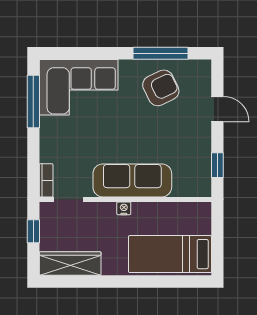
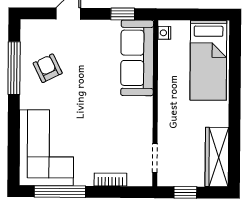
armchair: (161, 88) -> (48, 68), width x0.72, depth x0.72
bookcase: (46, 180) -> (110, 180), moved
sofa: (132, 180) -> (137, 58), moved
nightstand: (124, 208) -> (164, 33), moved

